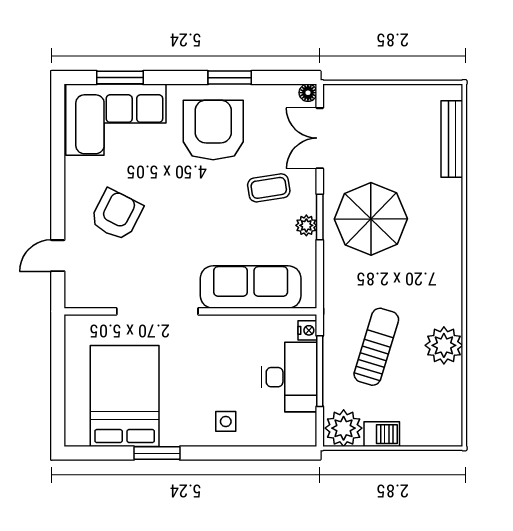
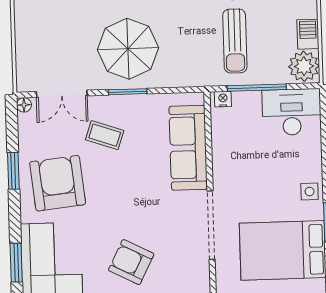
armchair: (213, 130) -> (58, 183), turned 84
coffee table: (269, 188) -> (105, 135), turned -62
plant: (306, 225) -> (135, 103), removed
sun lounger: (376, 347) -> (235, 41), turned -107
desk: (289, 377) -> (292, 112), moved
side table: (226, 421) -> (310, 191), moved

